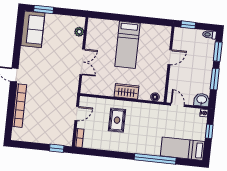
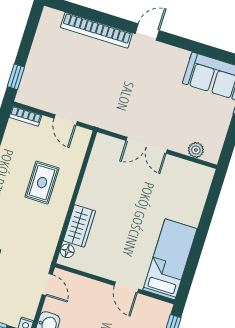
bed: (127, 45) -> (170, 259), moved, turned 90
wardrobe: (126, 91) -> (79, 226), moved
door: (178, 105) -> (47, 284), hinge flipped
rug: (117, 120) -> (42, 183), turned 90

